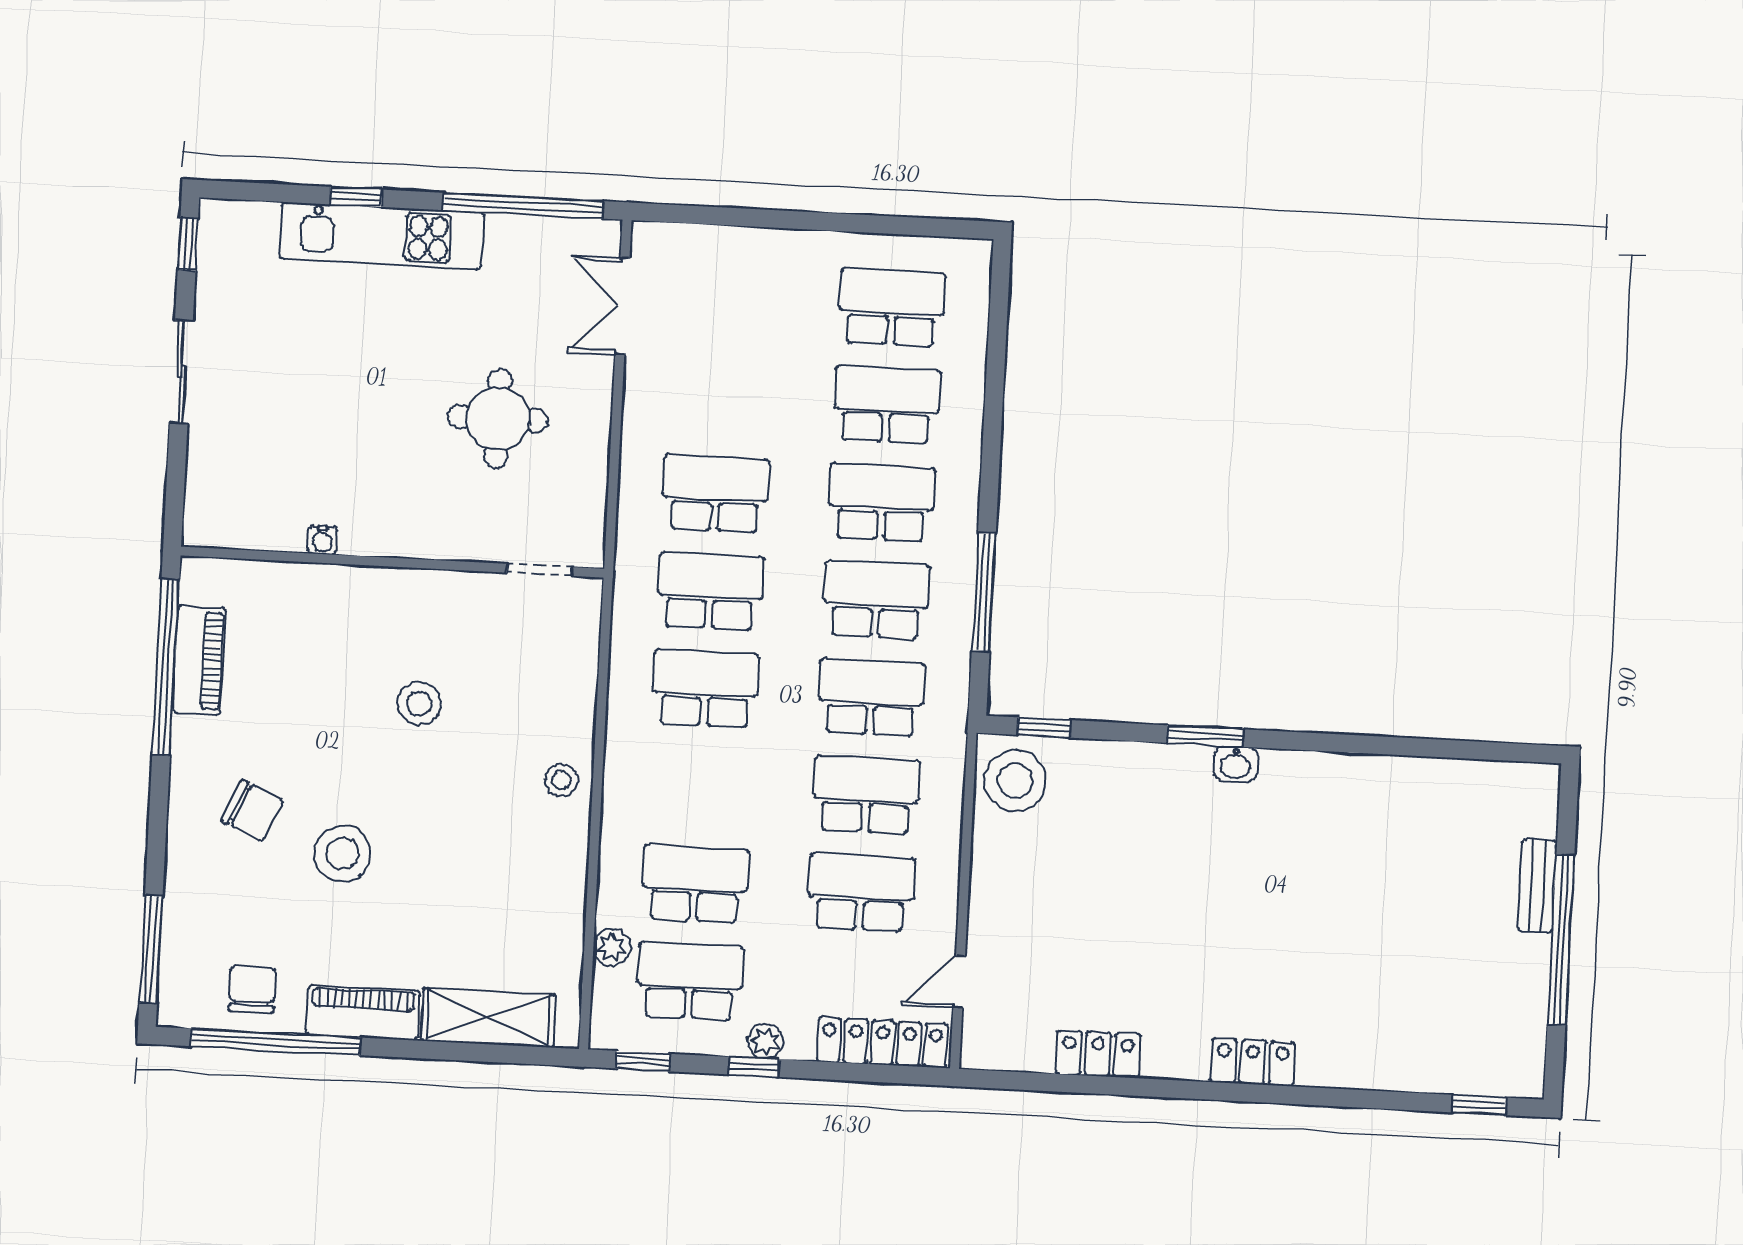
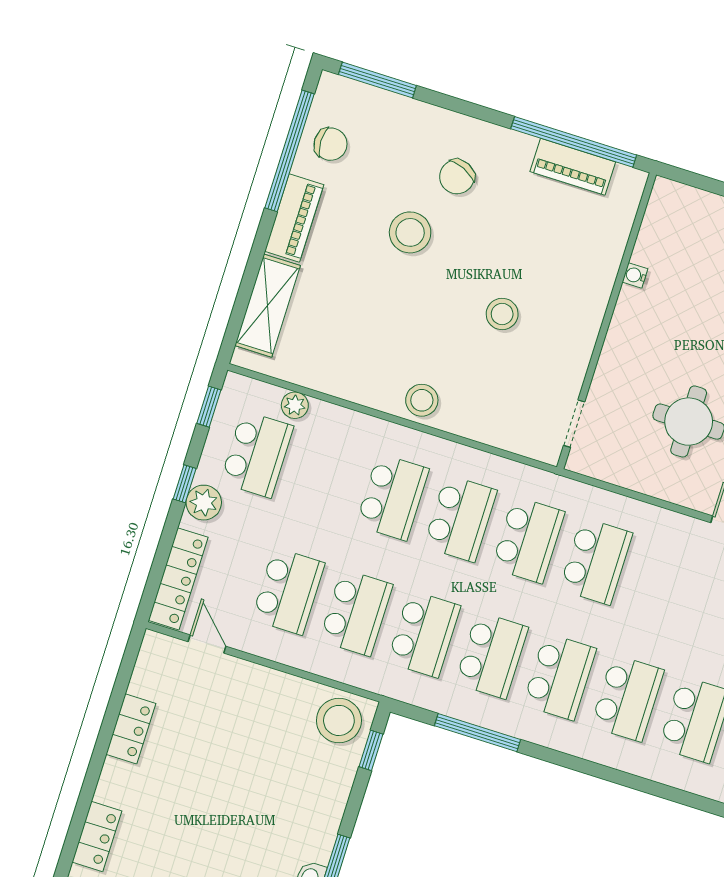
stool: (561, 780) -> (422, 400), width x1.37, depth x1.37
school desk: (695, 884) -> (392, 497), moved
plant: (765, 1041) -> (204, 503), width x1.38, depth x1.38

